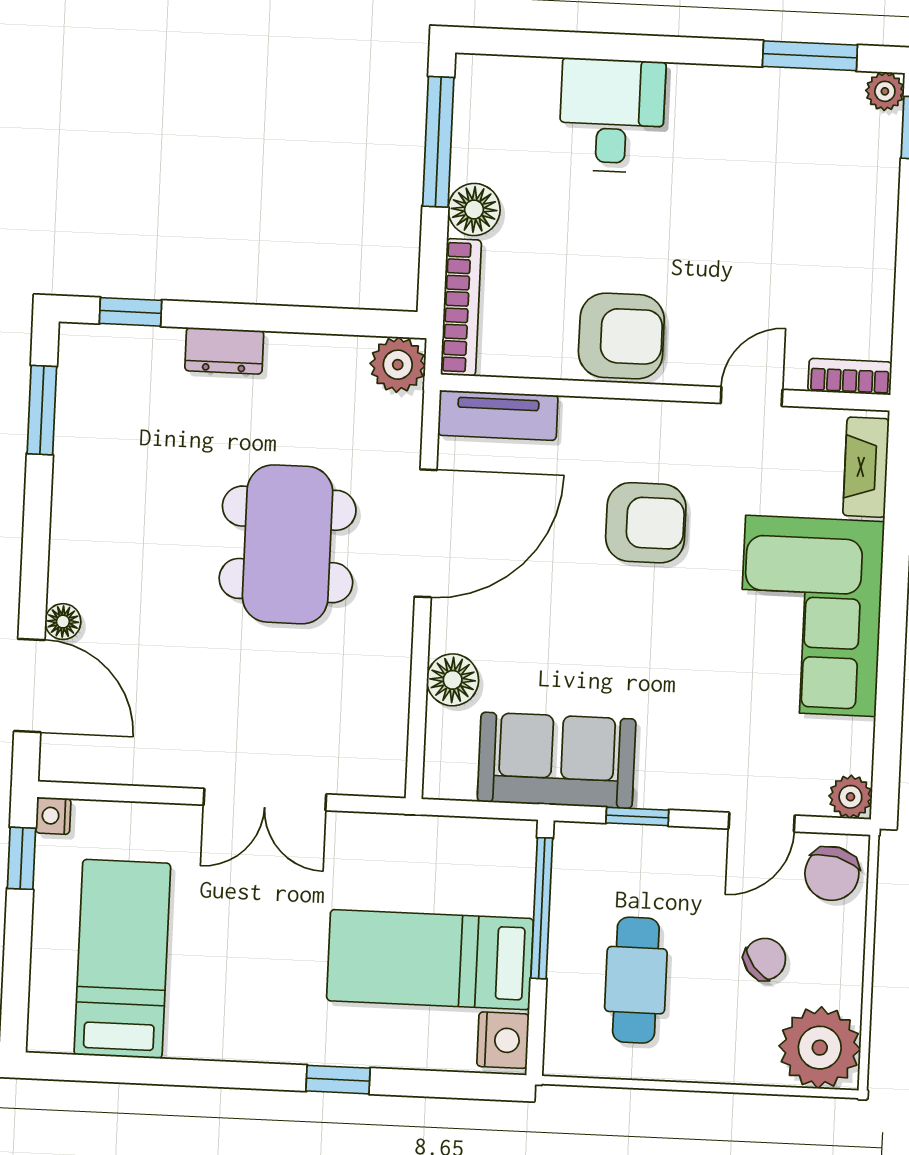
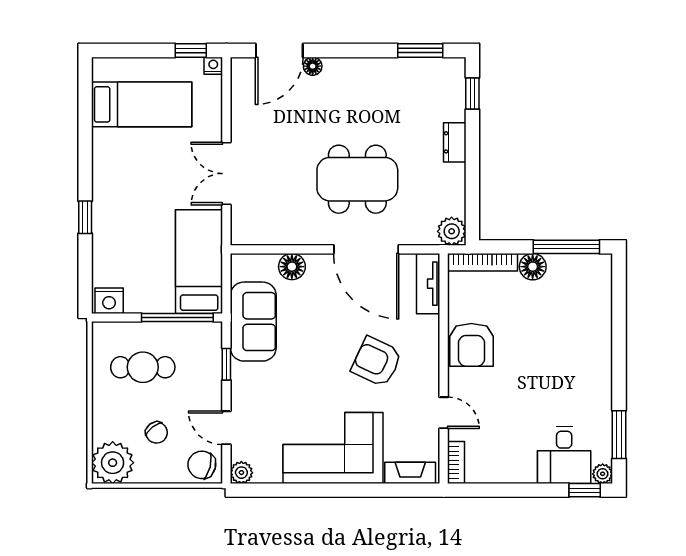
desk: (612, 116) -> (564, 455), moved, turned 90
armchair: (646, 523) -> (377, 362), turned 115
bed: (430, 960) -> (199, 262), moved

